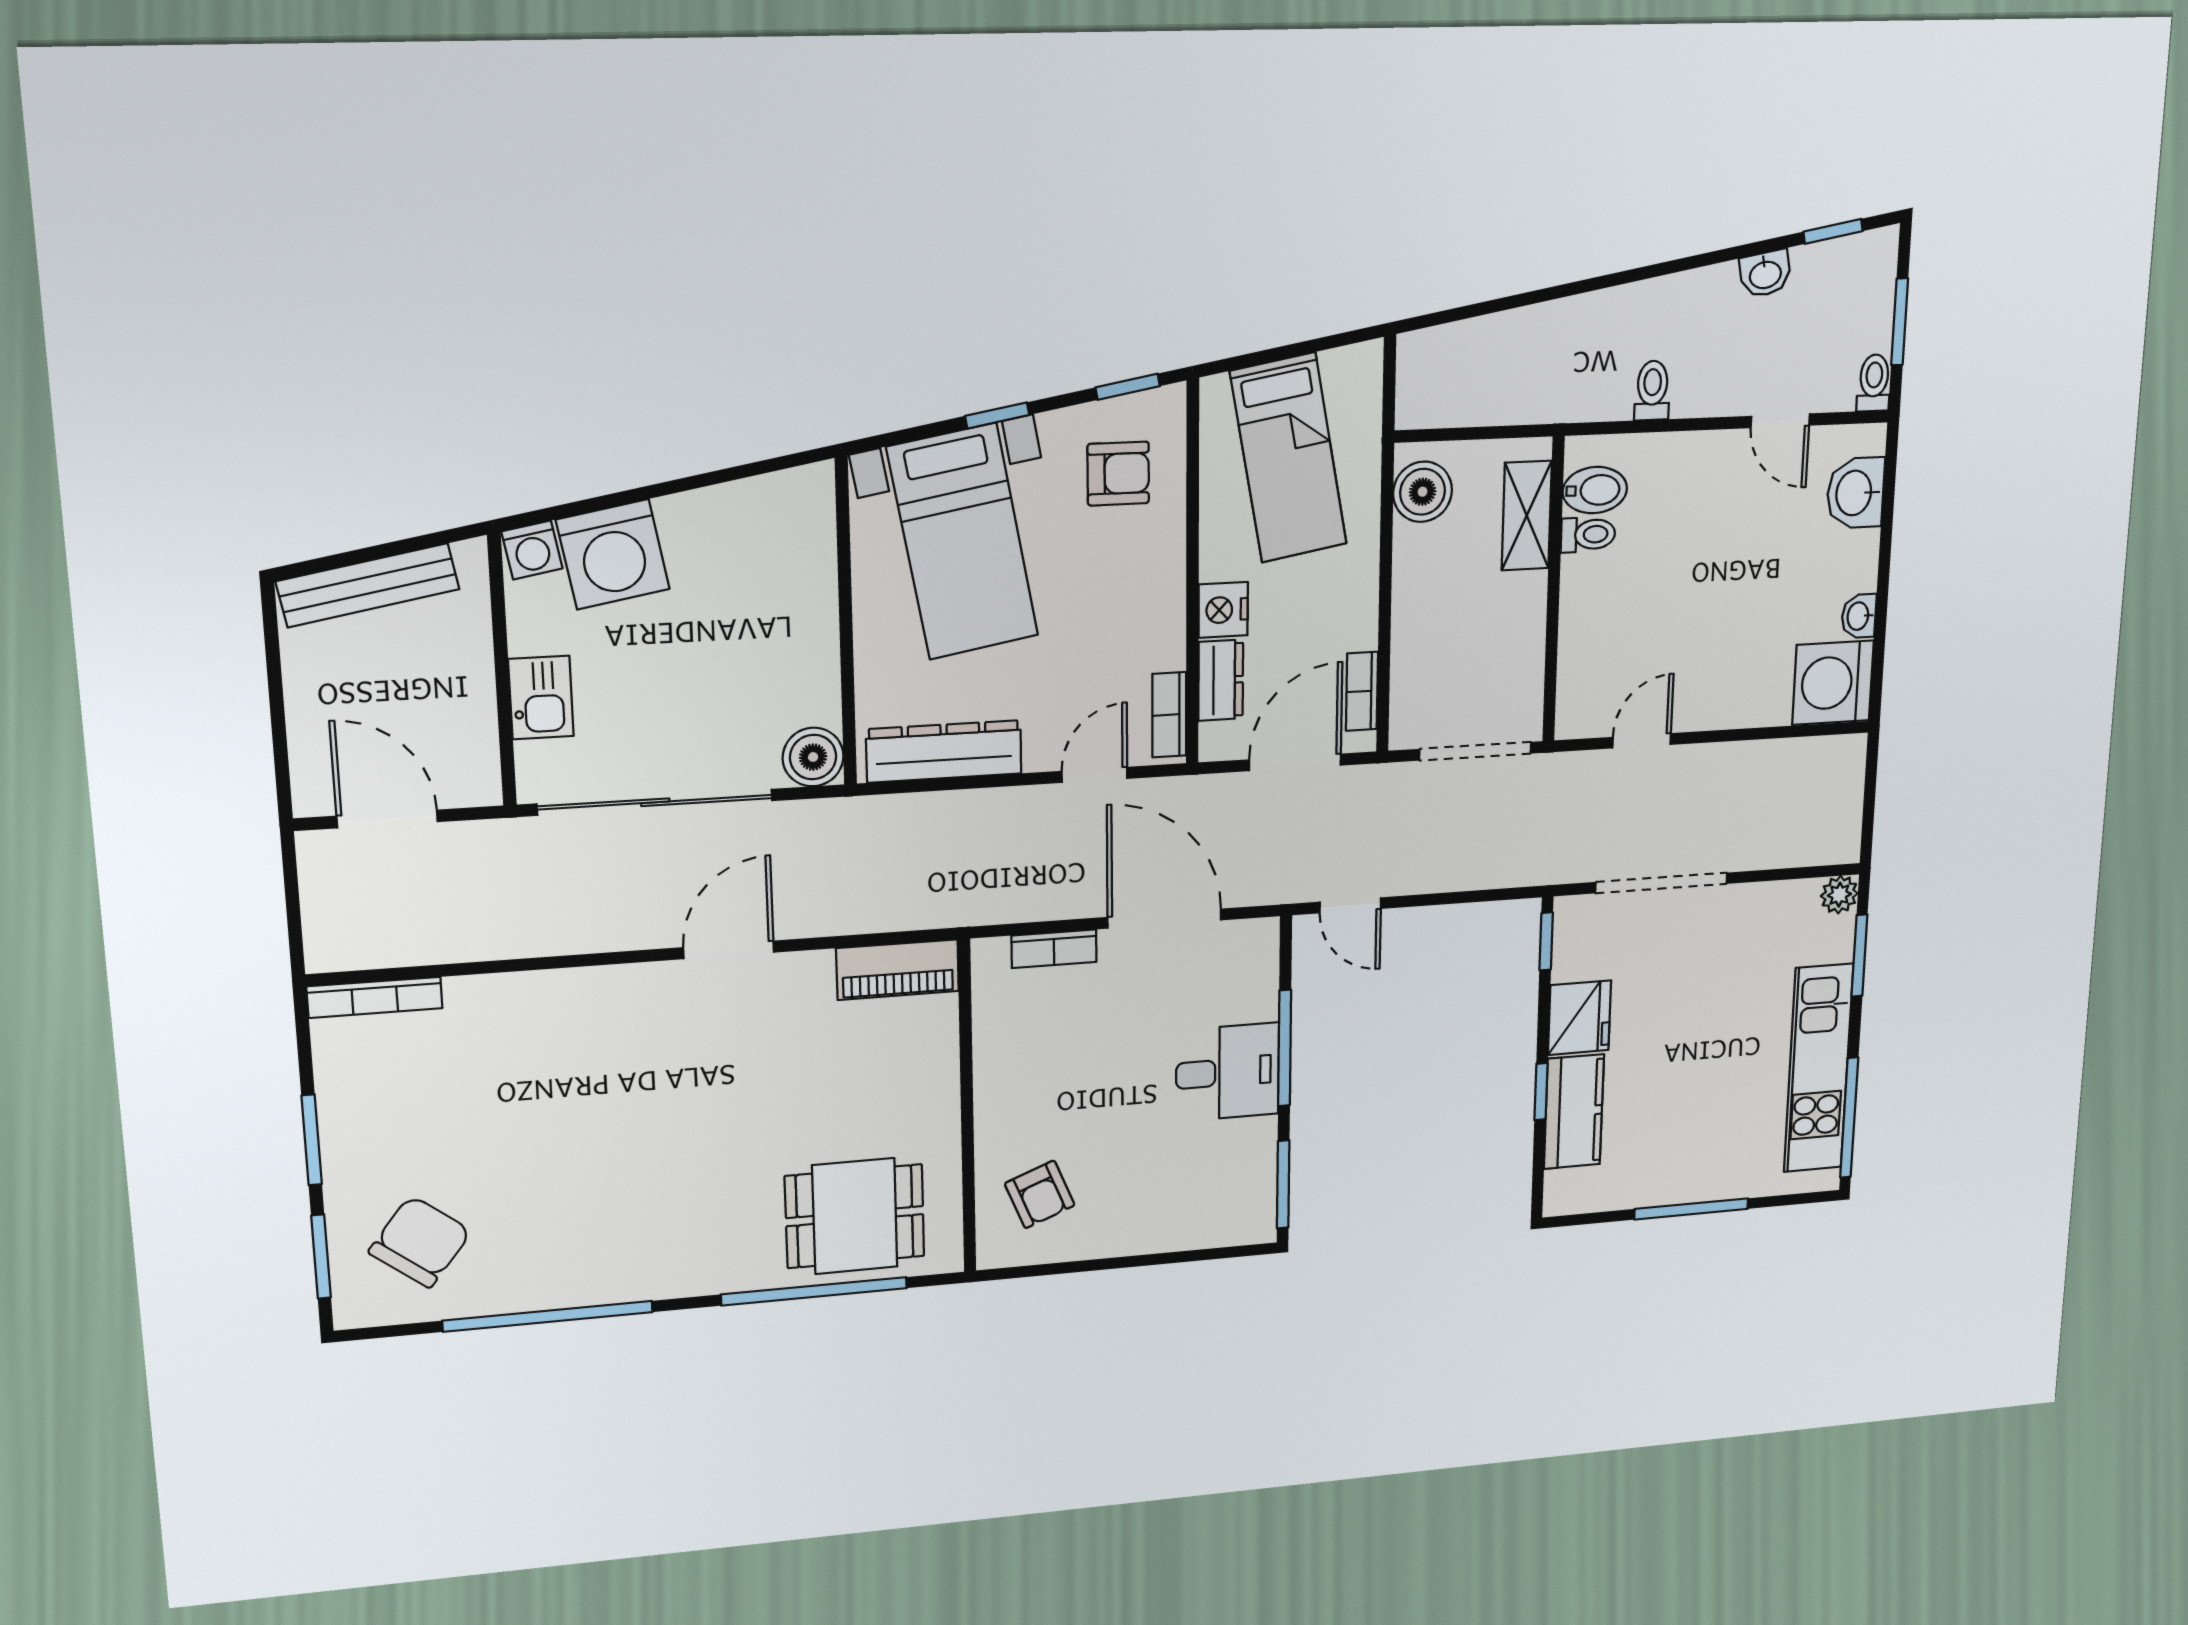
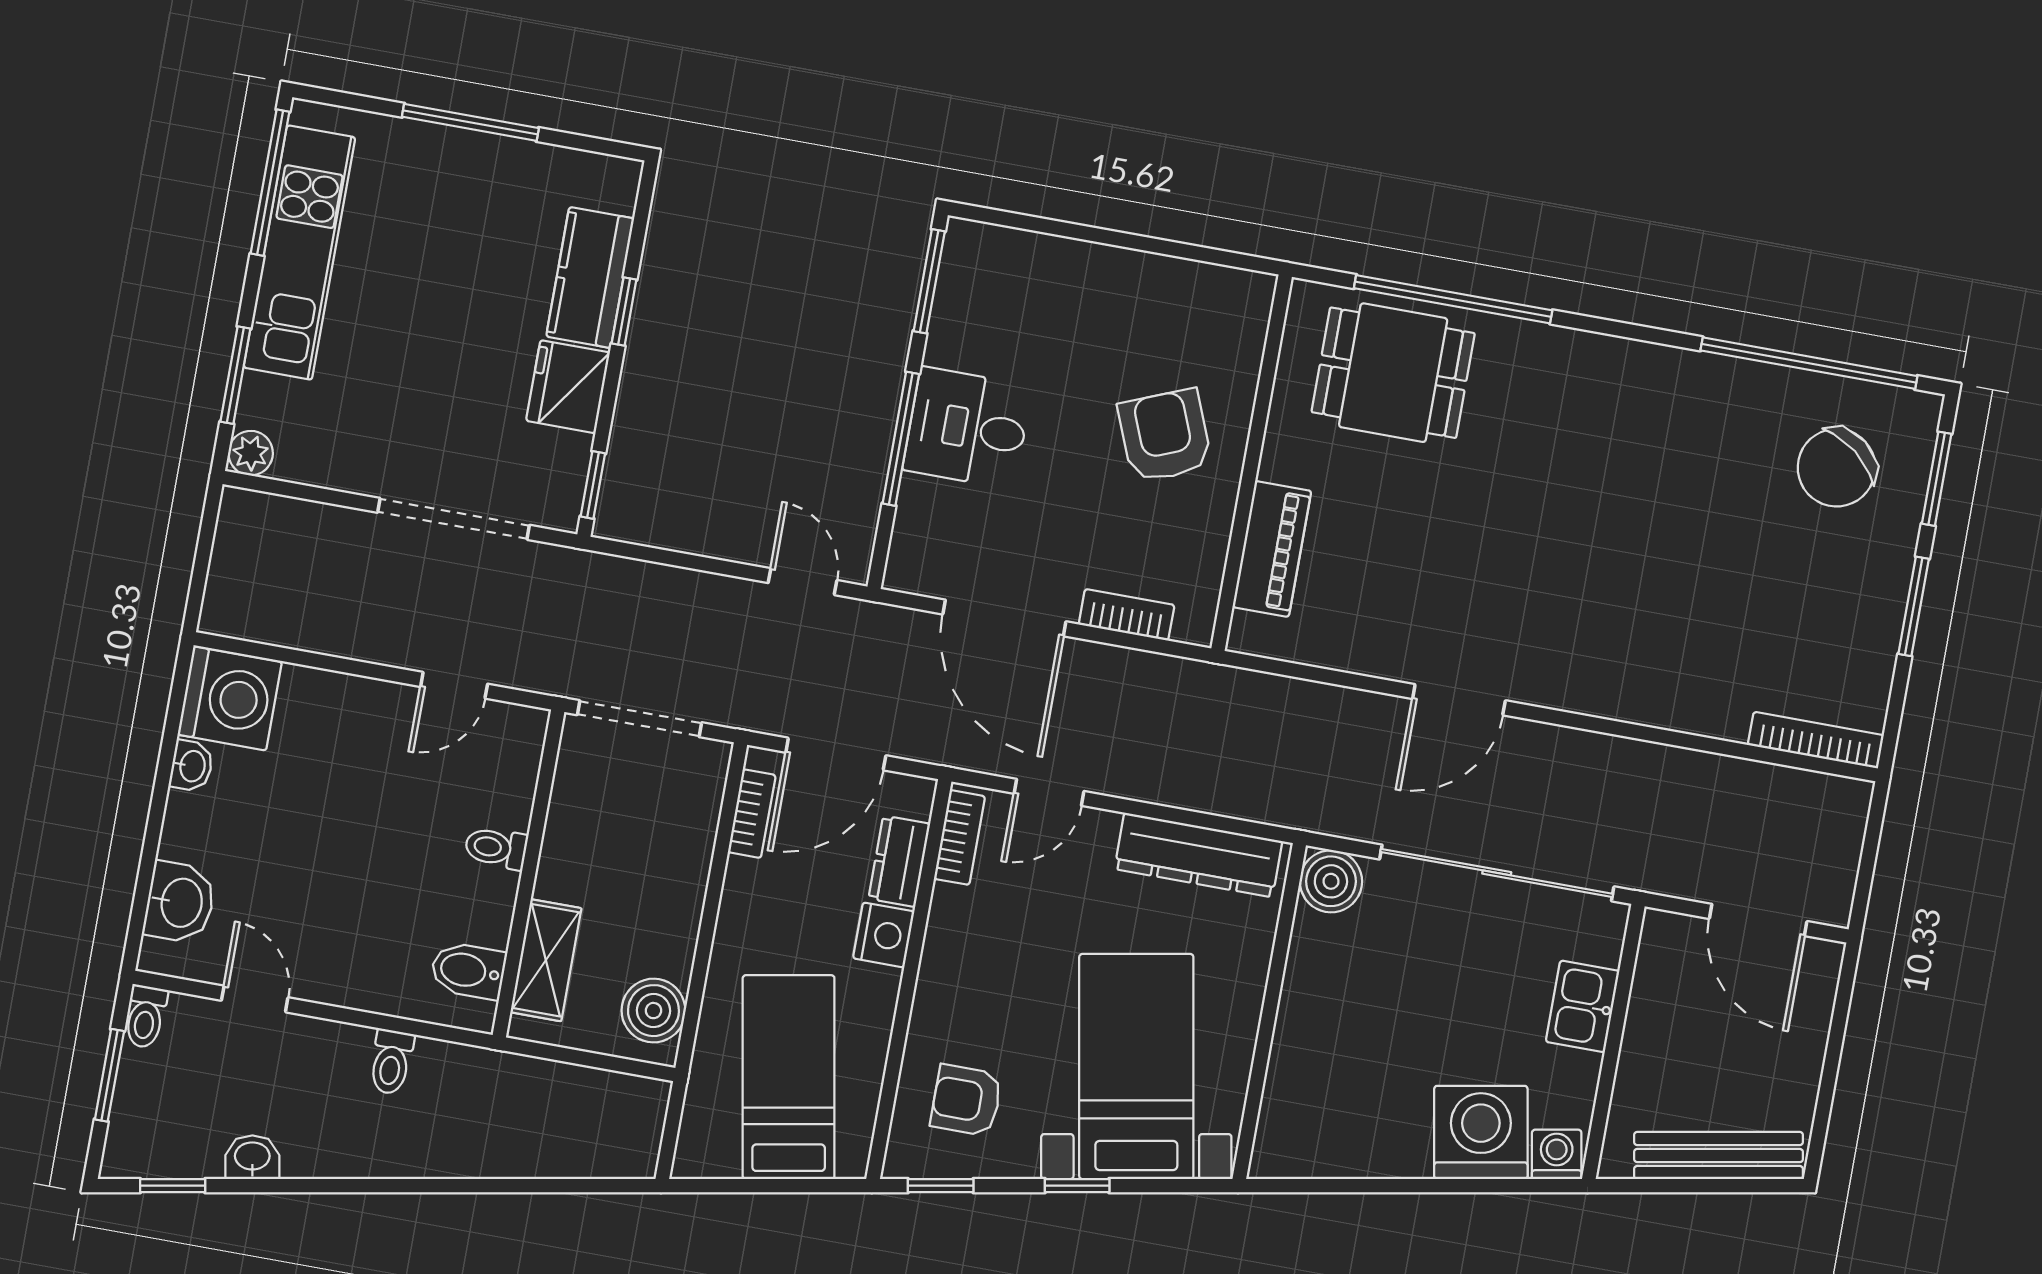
toilet: (1588, 535) -> (496, 848), moved
piano: (898, 970) -> (1272, 549), moved, turned 90
armchair: (1040, 1194) -> (1165, 436), moved, width x1.38, depth x1.38
window: (548, 1316) -> (1809, 363), moved

